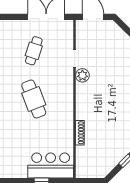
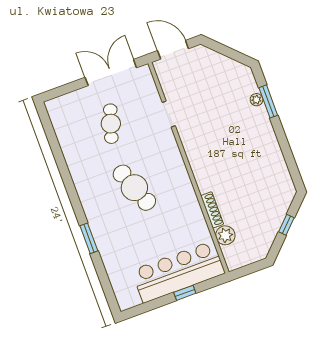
plant: (82, 75) -> (225, 235), moved
bar counter: (51, 166) -> (178, 272), width x1.36

